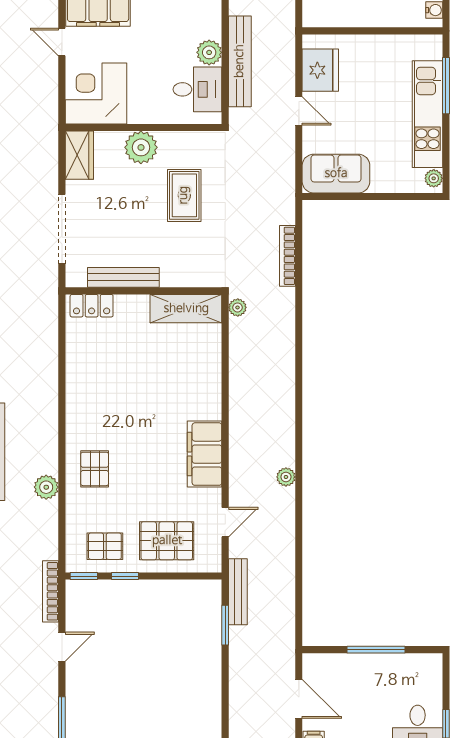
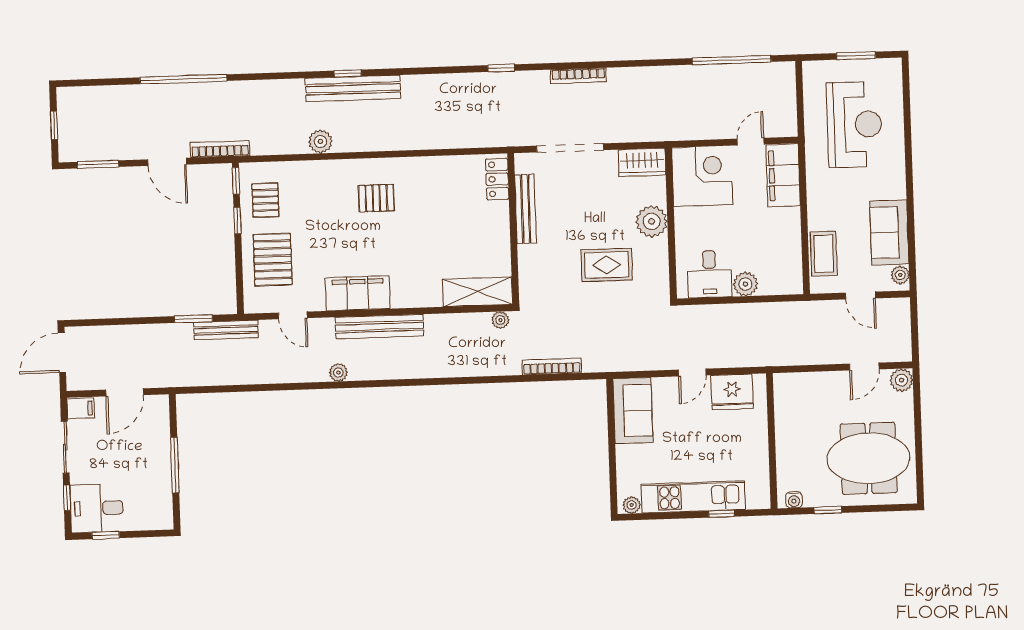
bench: (240, 61) -> (379, 327), moved
window: (446, 86) -> (721, 514), width x0.46
shelving: (186, 309) -> (477, 292), moved, turned 90
pallet: (95, 469) -> (376, 198), moved
door: (62, 647) -> (167, 162), width x1.38

